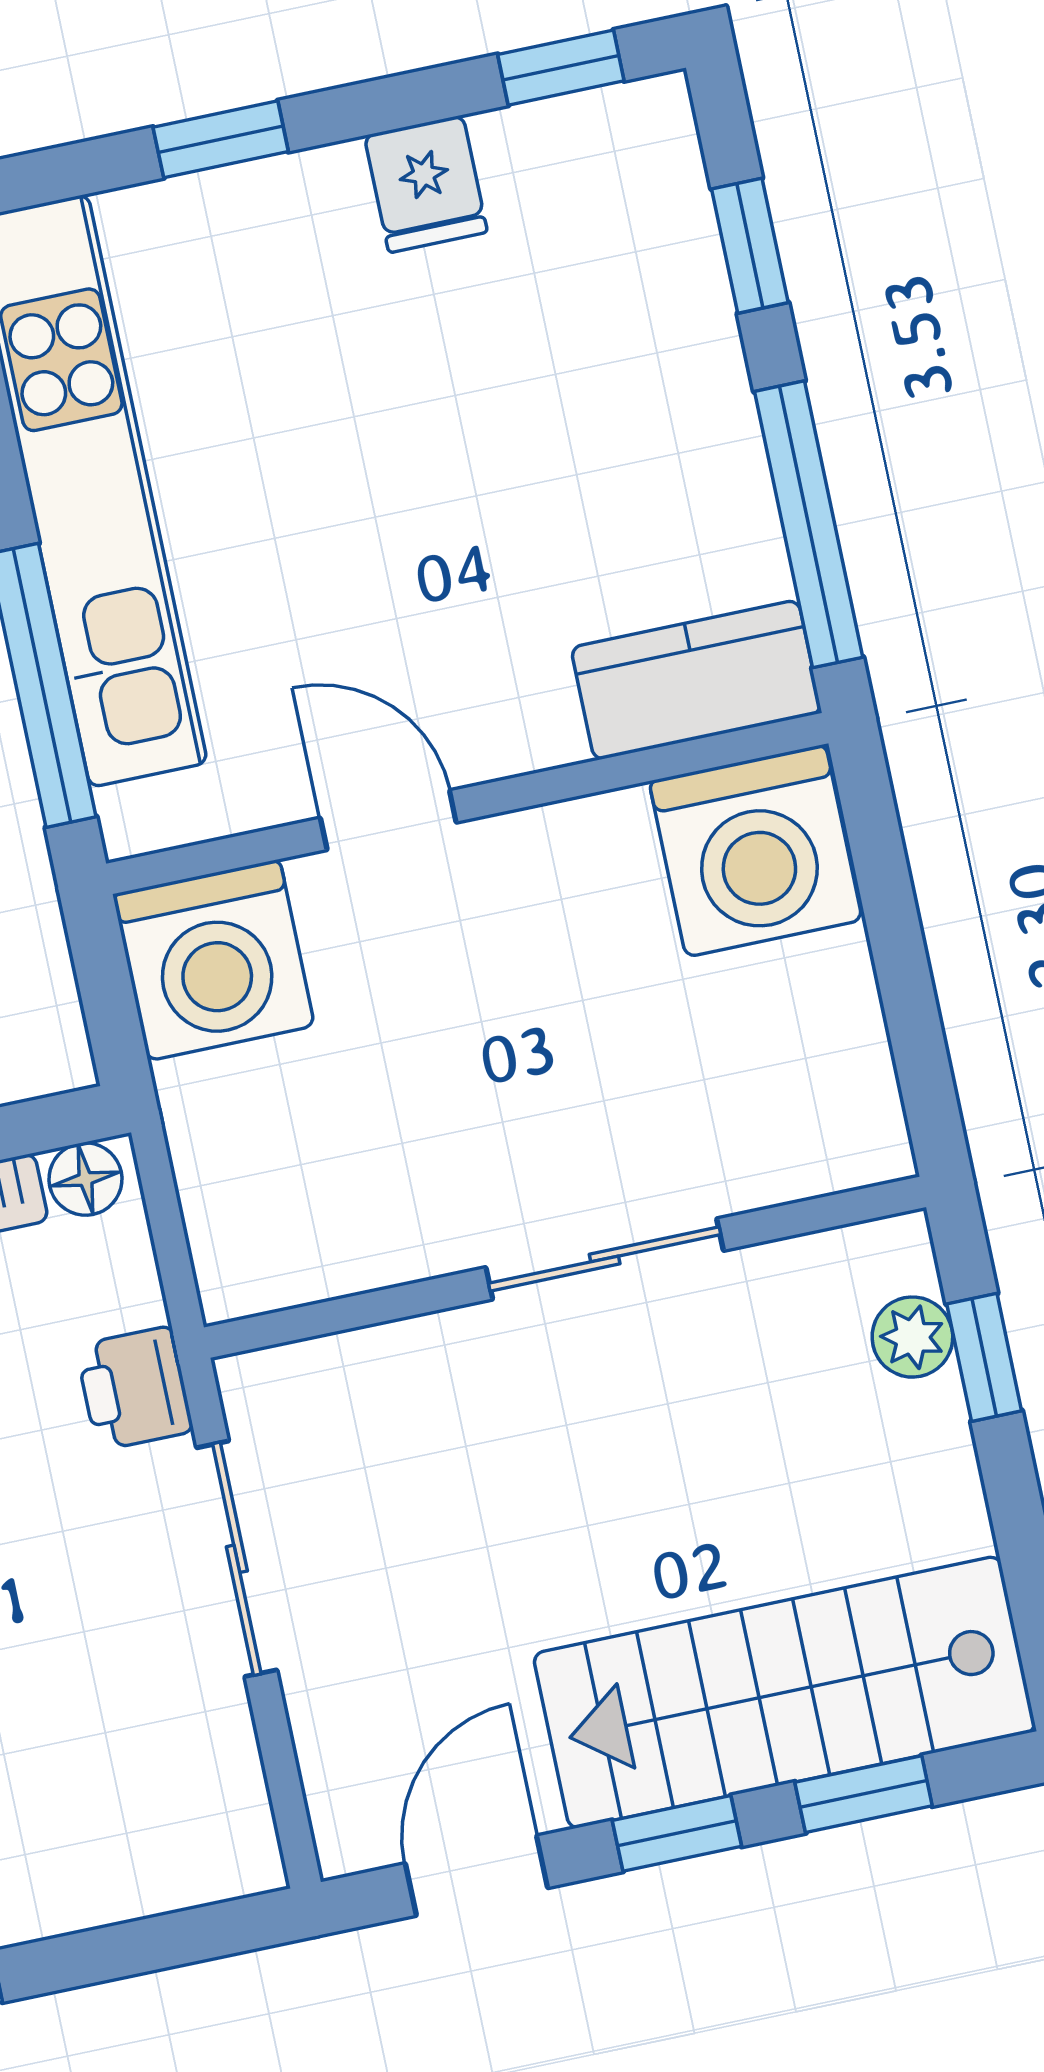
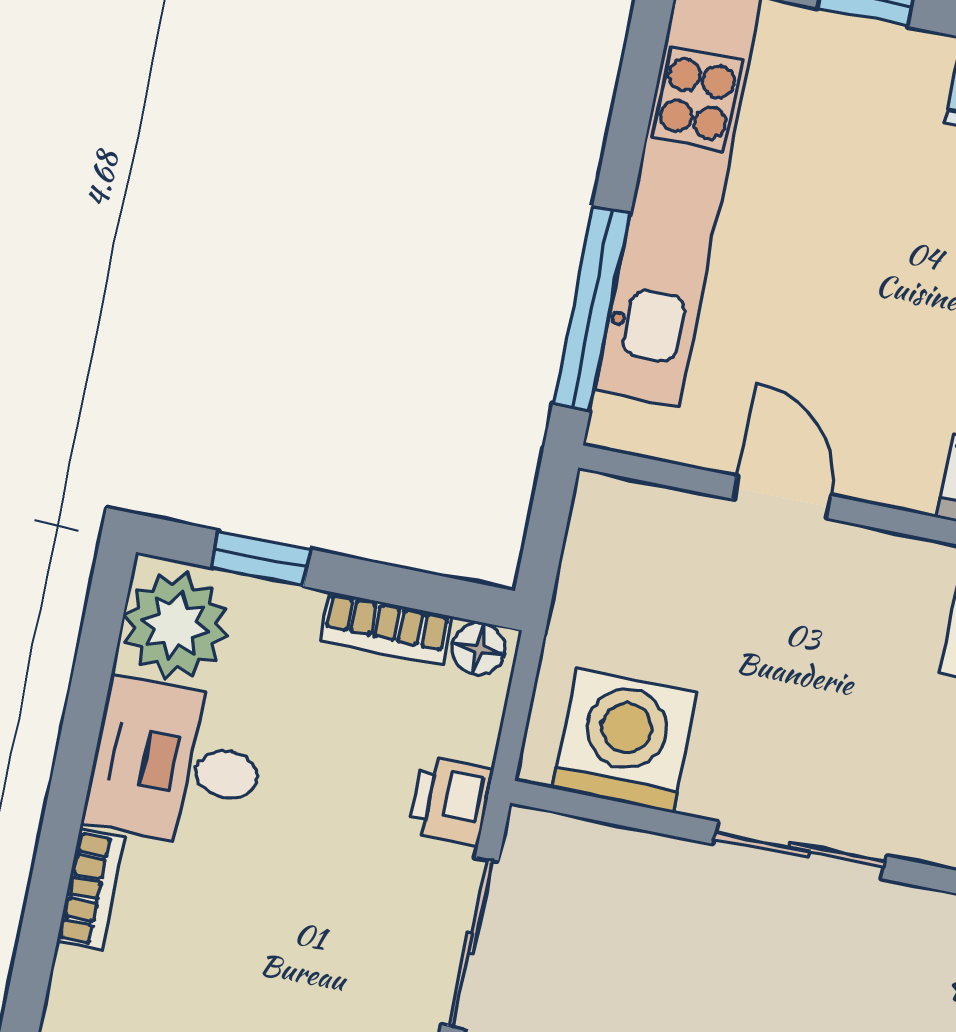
washing machine: (214, 960) -> (624, 740), moved, turned 180

